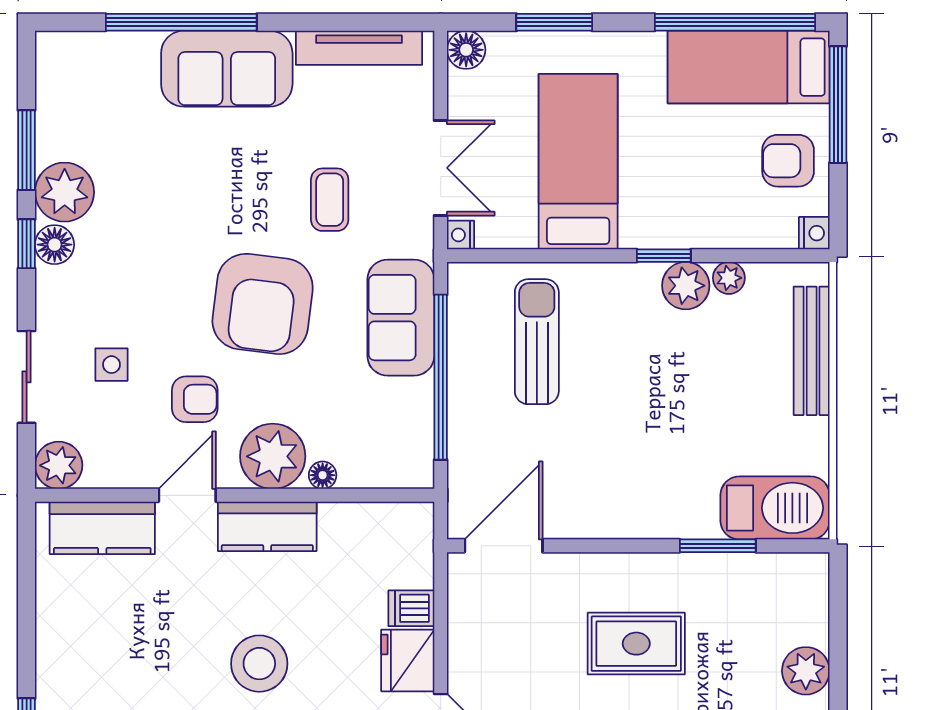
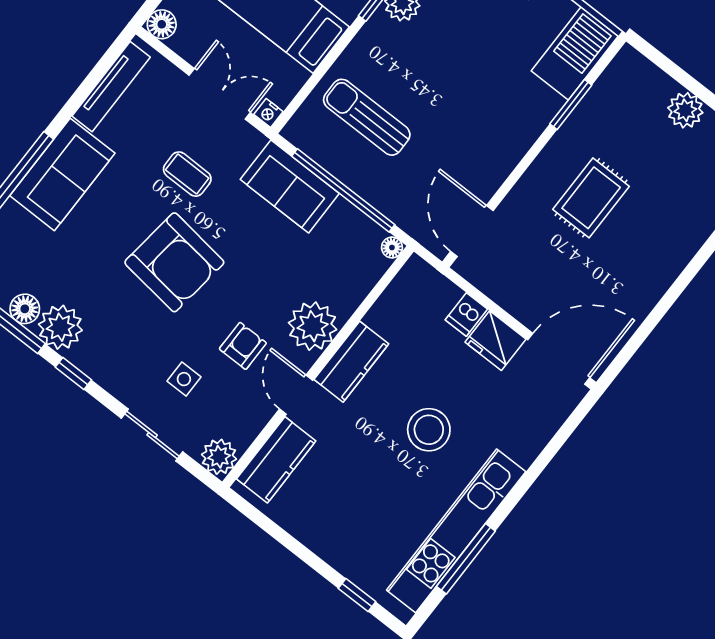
floor lamp: (55, 245) -> (25, 309), moved
armchair: (263, 304) -> (174, 262), moved
floor lamp: (323, 475) -> (392, 248), moved

